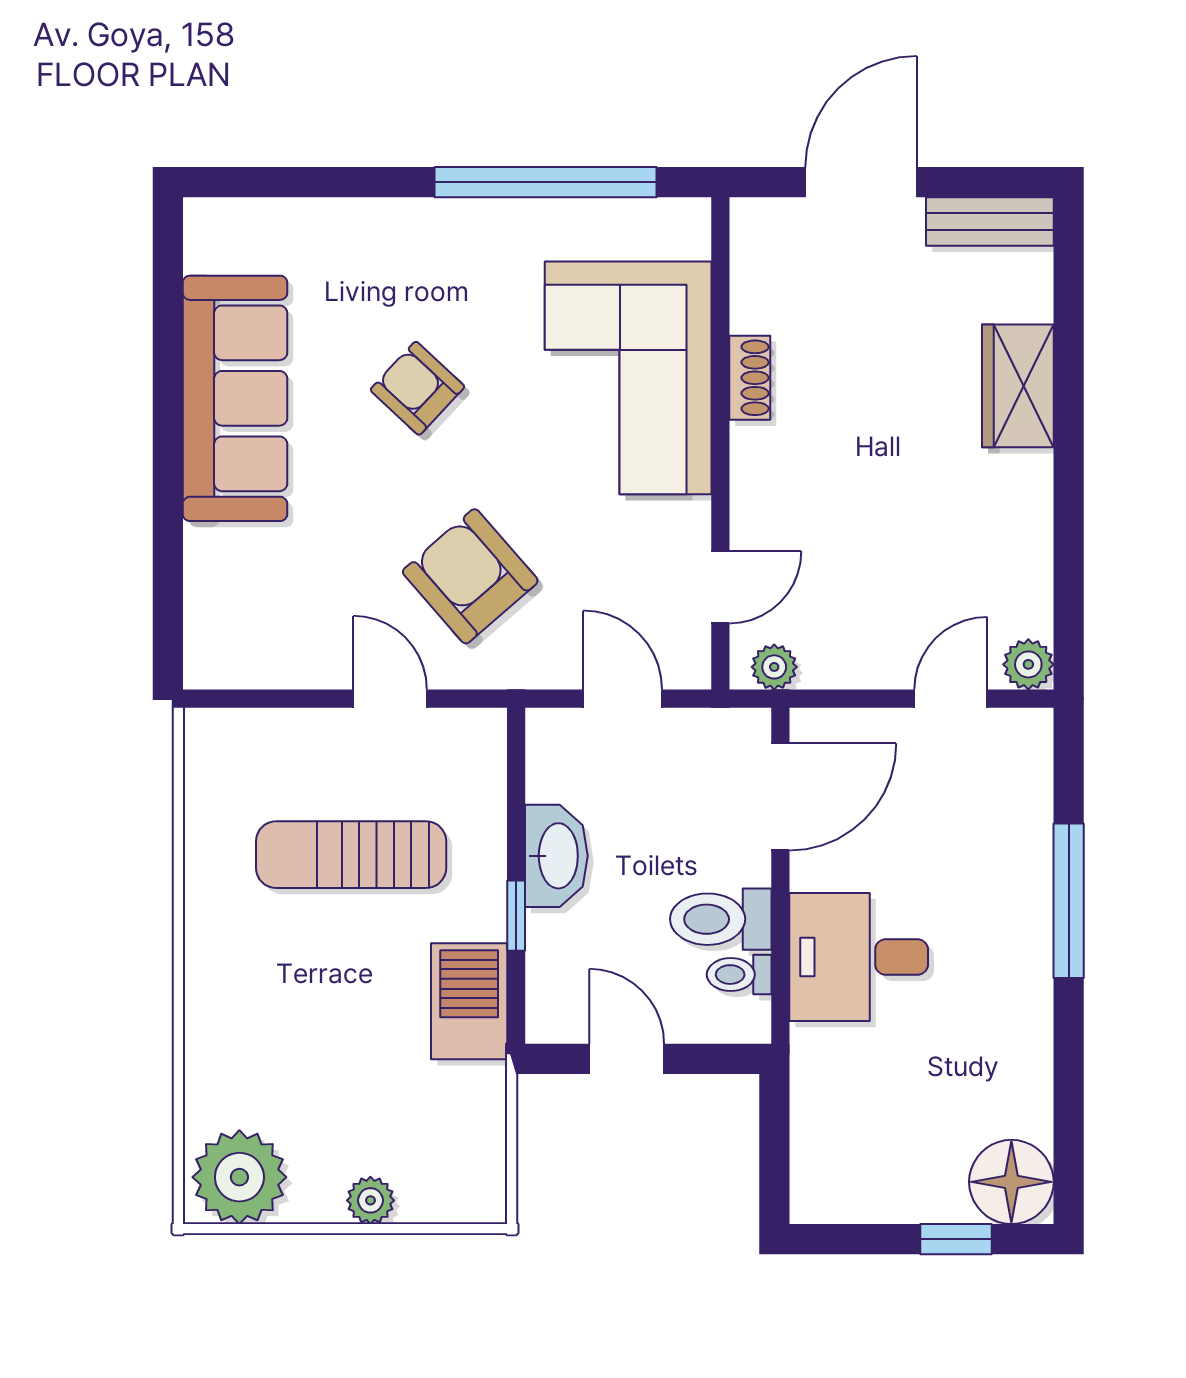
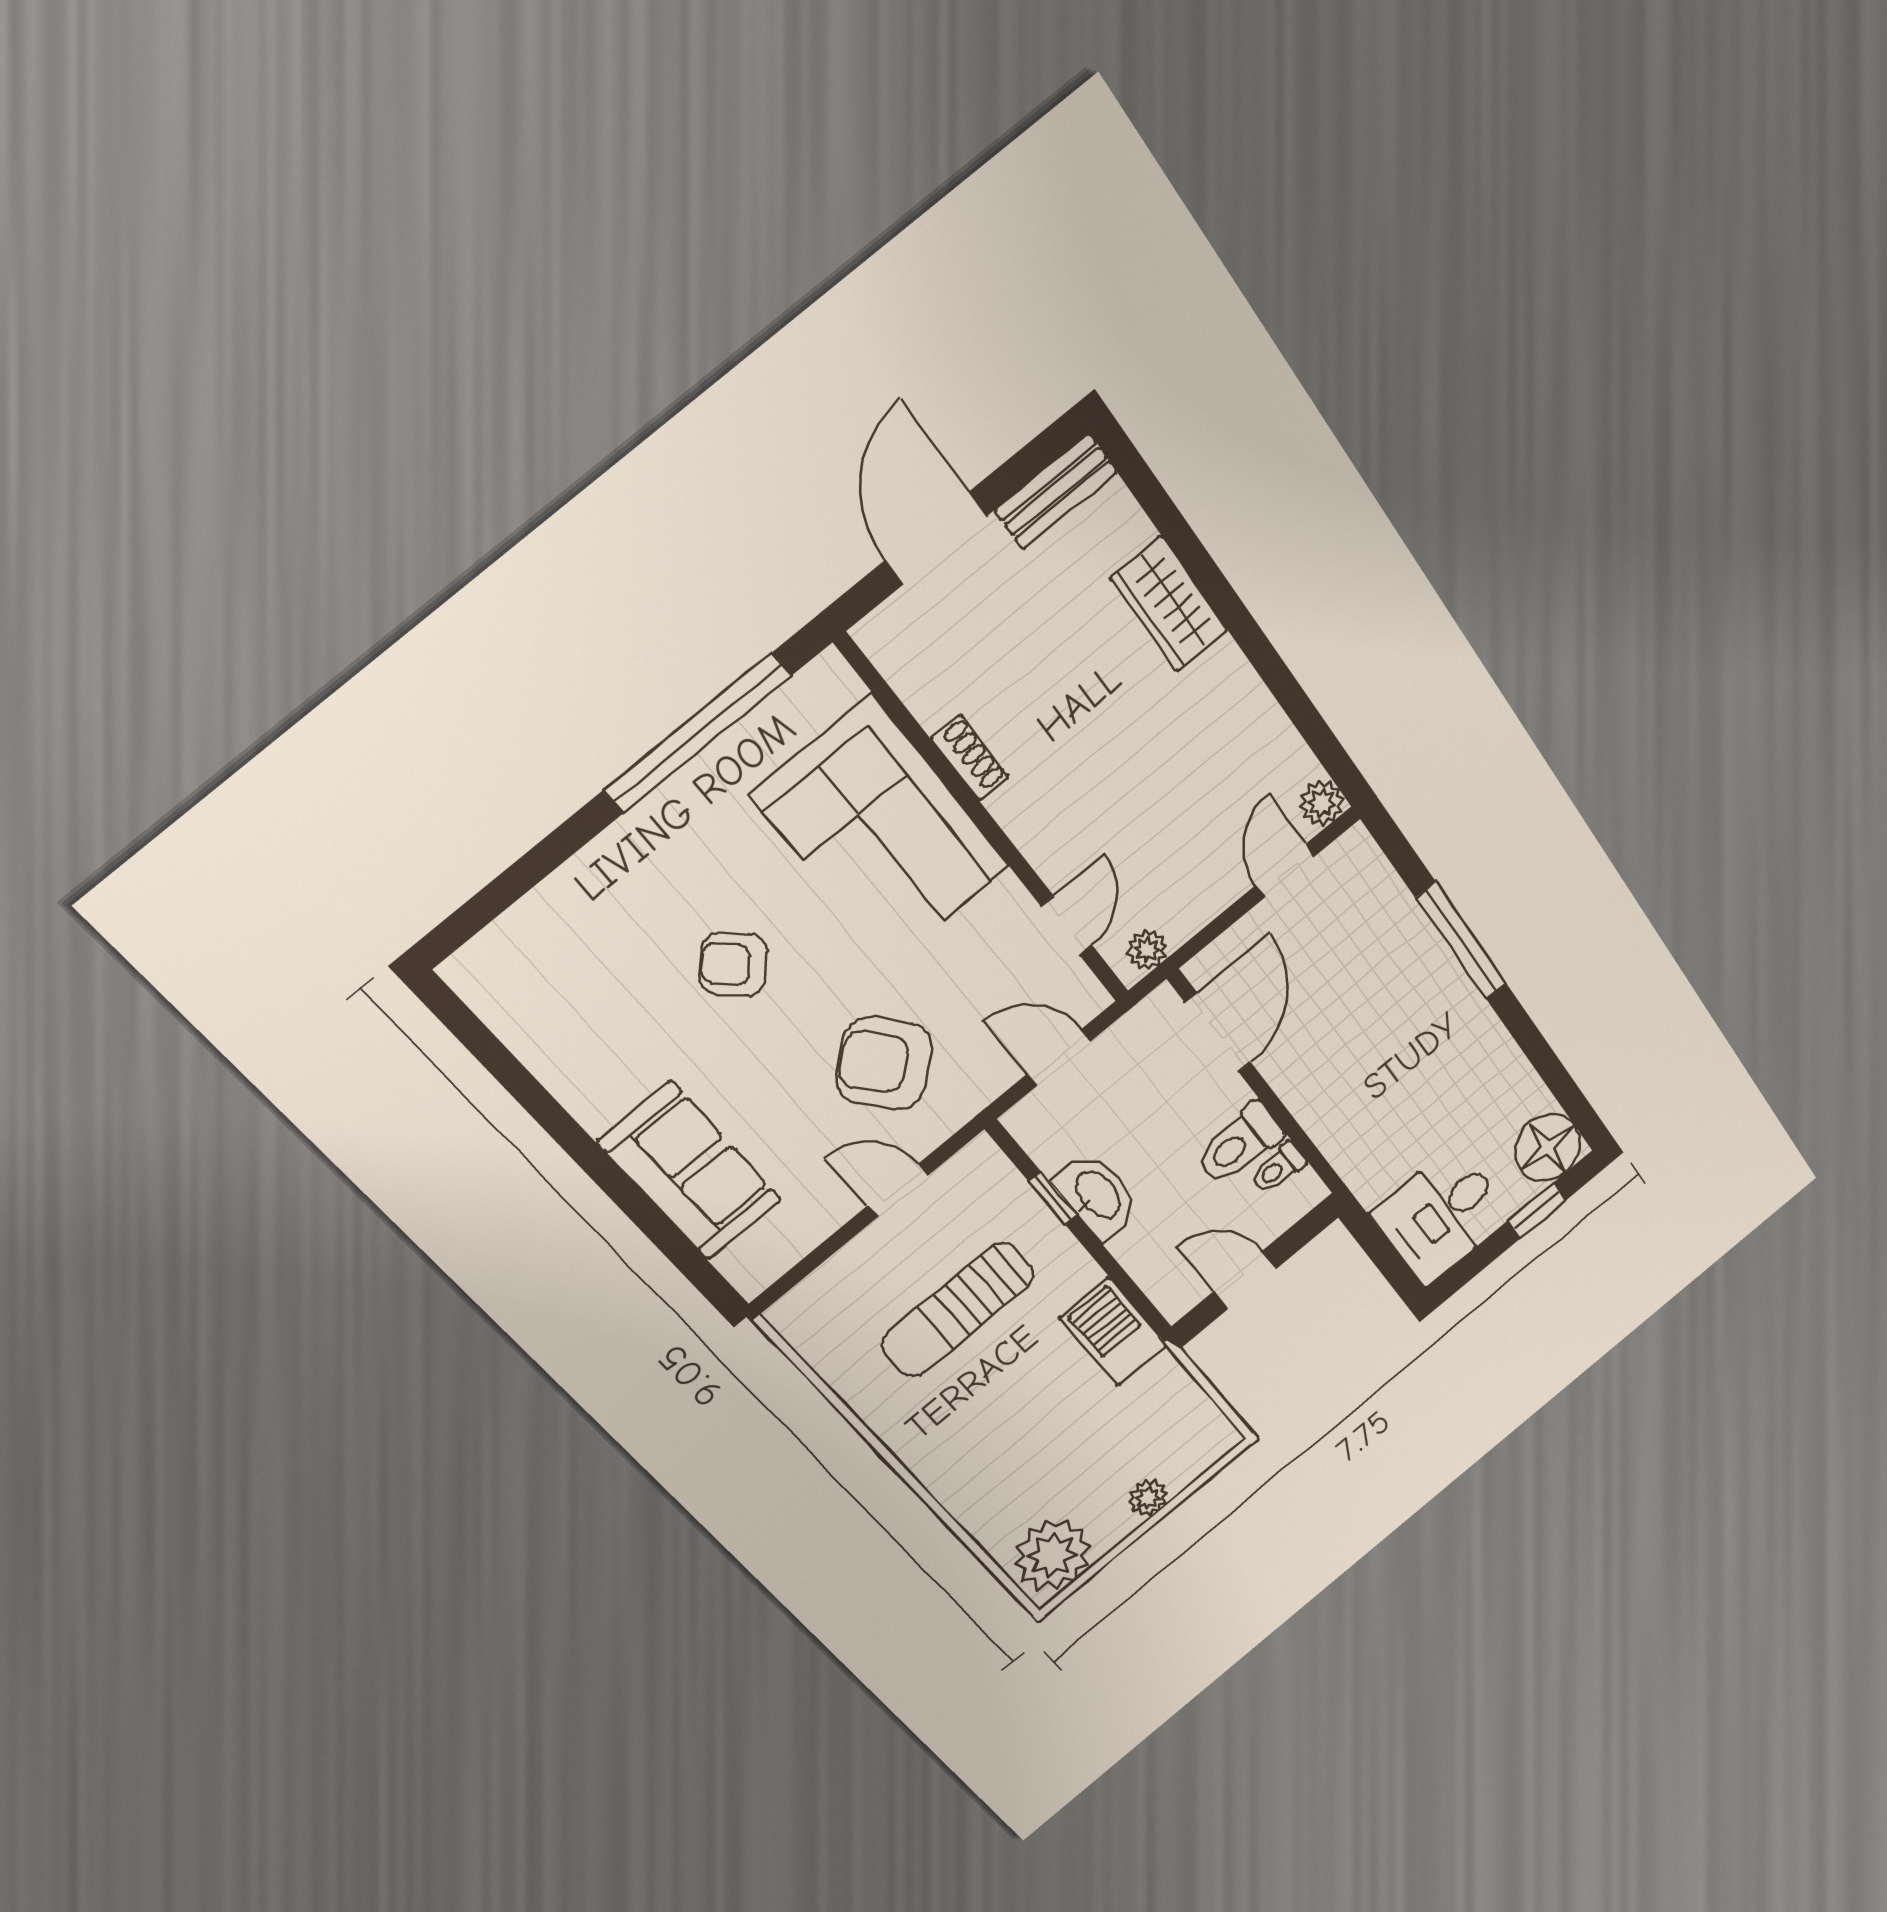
sofa: (235, 398) -> (690, 1171), moved, width x0.73
window: (516, 916) -> (1053, 1198), moved
desk: (859, 957) -> (1441, 1215), moved

